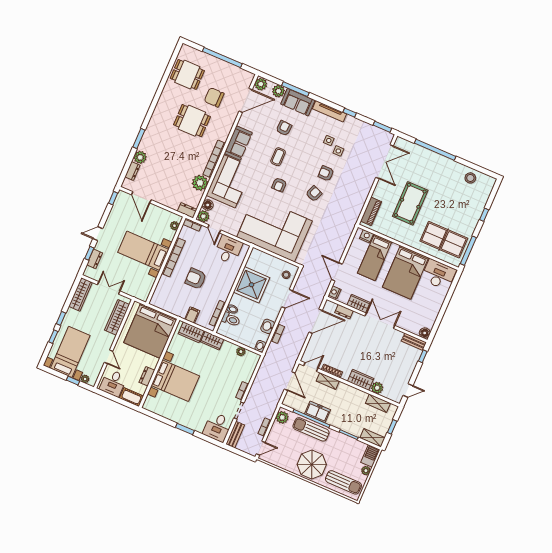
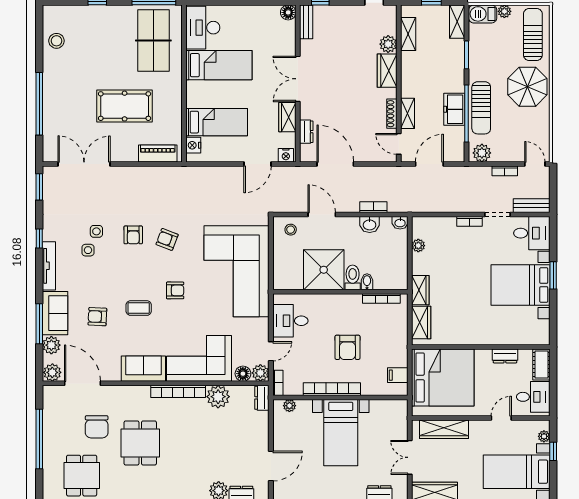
bed: (406, 272) -> (219, 65), width x0.67
filing cabinet: (192, 315) -> (398, 375), moved
toilet: (231, 319) -> (353, 277), moved
bed with nightstands: (175, 381) -> (521, 285), moved, turned -90

